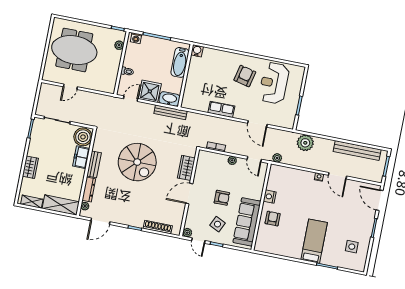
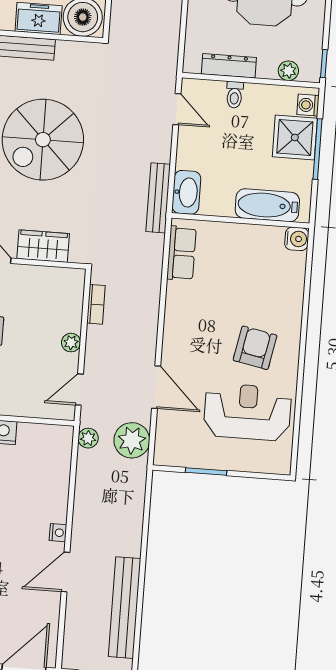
dresser: (114, 72) -> (229, 66), added
armchair: (245, 76) -> (255, 348), turned -92
shower: (150, 91) -> (295, 137), moved
row of seats: (221, 109) -> (181, 253), moved
door: (257, 124) -> (156, 387), swing flipped
plant: (305, 143) -> (132, 440), moved

